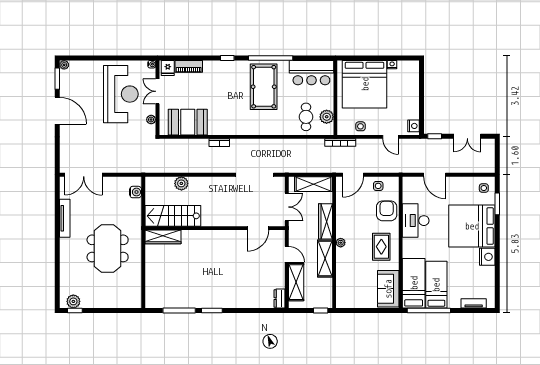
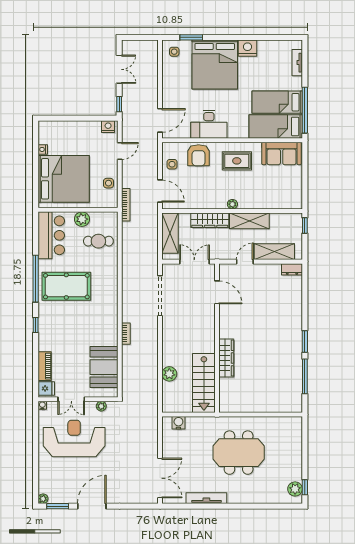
plant: (327, 117) -> (82, 219), moved
door: (435, 175) -> (160, 120), moved
armchair: (387, 211) -> (199, 155), turned -90
wardrobe: (163, 237) -> (226, 358), moved

